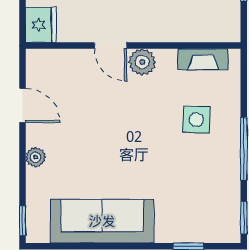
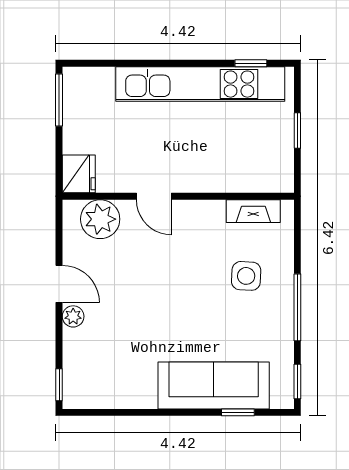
plant: (142, 62) -> (100, 219), moved, width x1.36, depth x1.36
door: (23, 105) -> (59, 284), moved
sofa: (102, 221) -> (214, 385), moved

